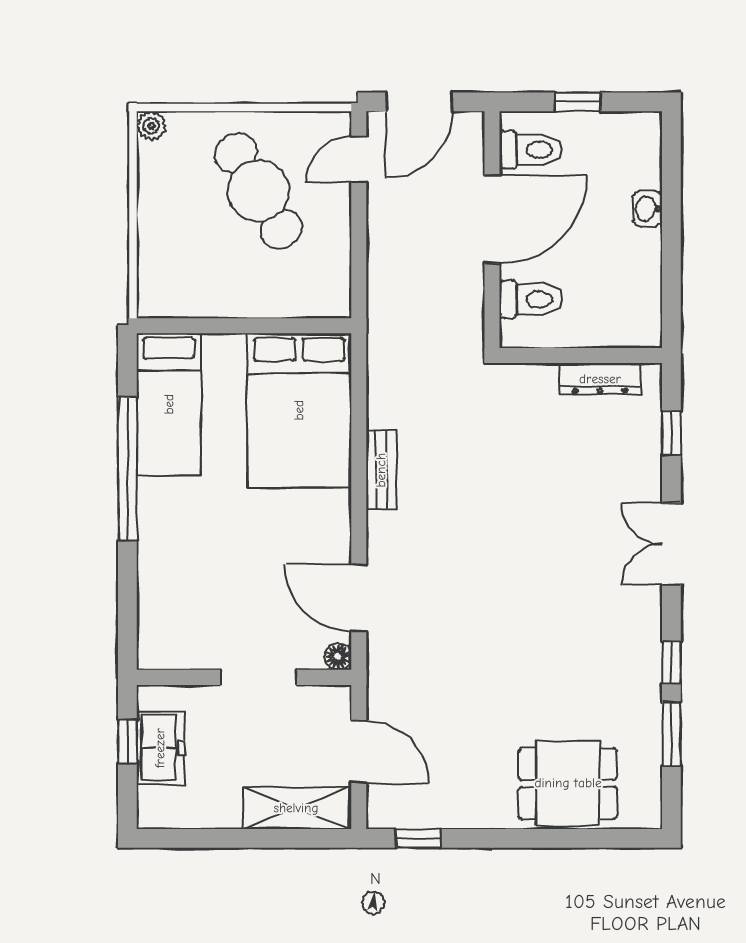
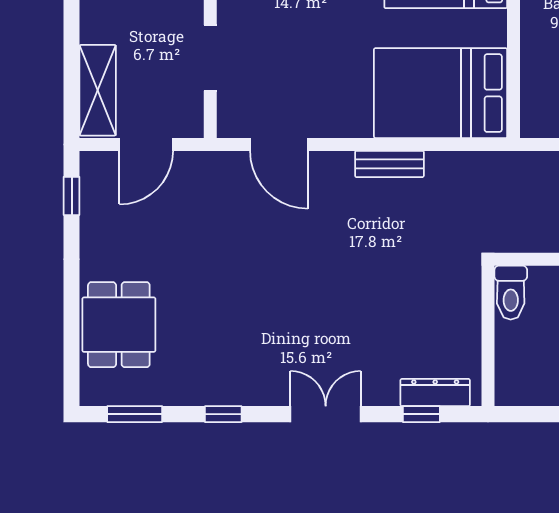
toilet: (531, 299) -> (511, 293), moved
dresser: (600, 379) -> (435, 393), moved, turned 90
door: (359, 598) -> (279, 144), swing flipped
floor lamp: (338, 657) -> (228, 127), removed
window: (671, 734) -> (135, 414), moved

